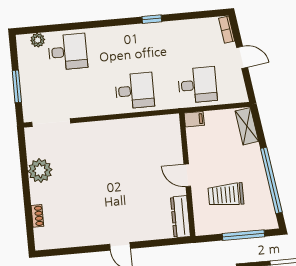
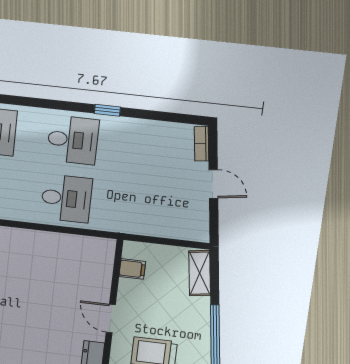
desk: (197, 85) -> (73, 140), moved
filing cabinet: (194, 119) -> (132, 269), moved

